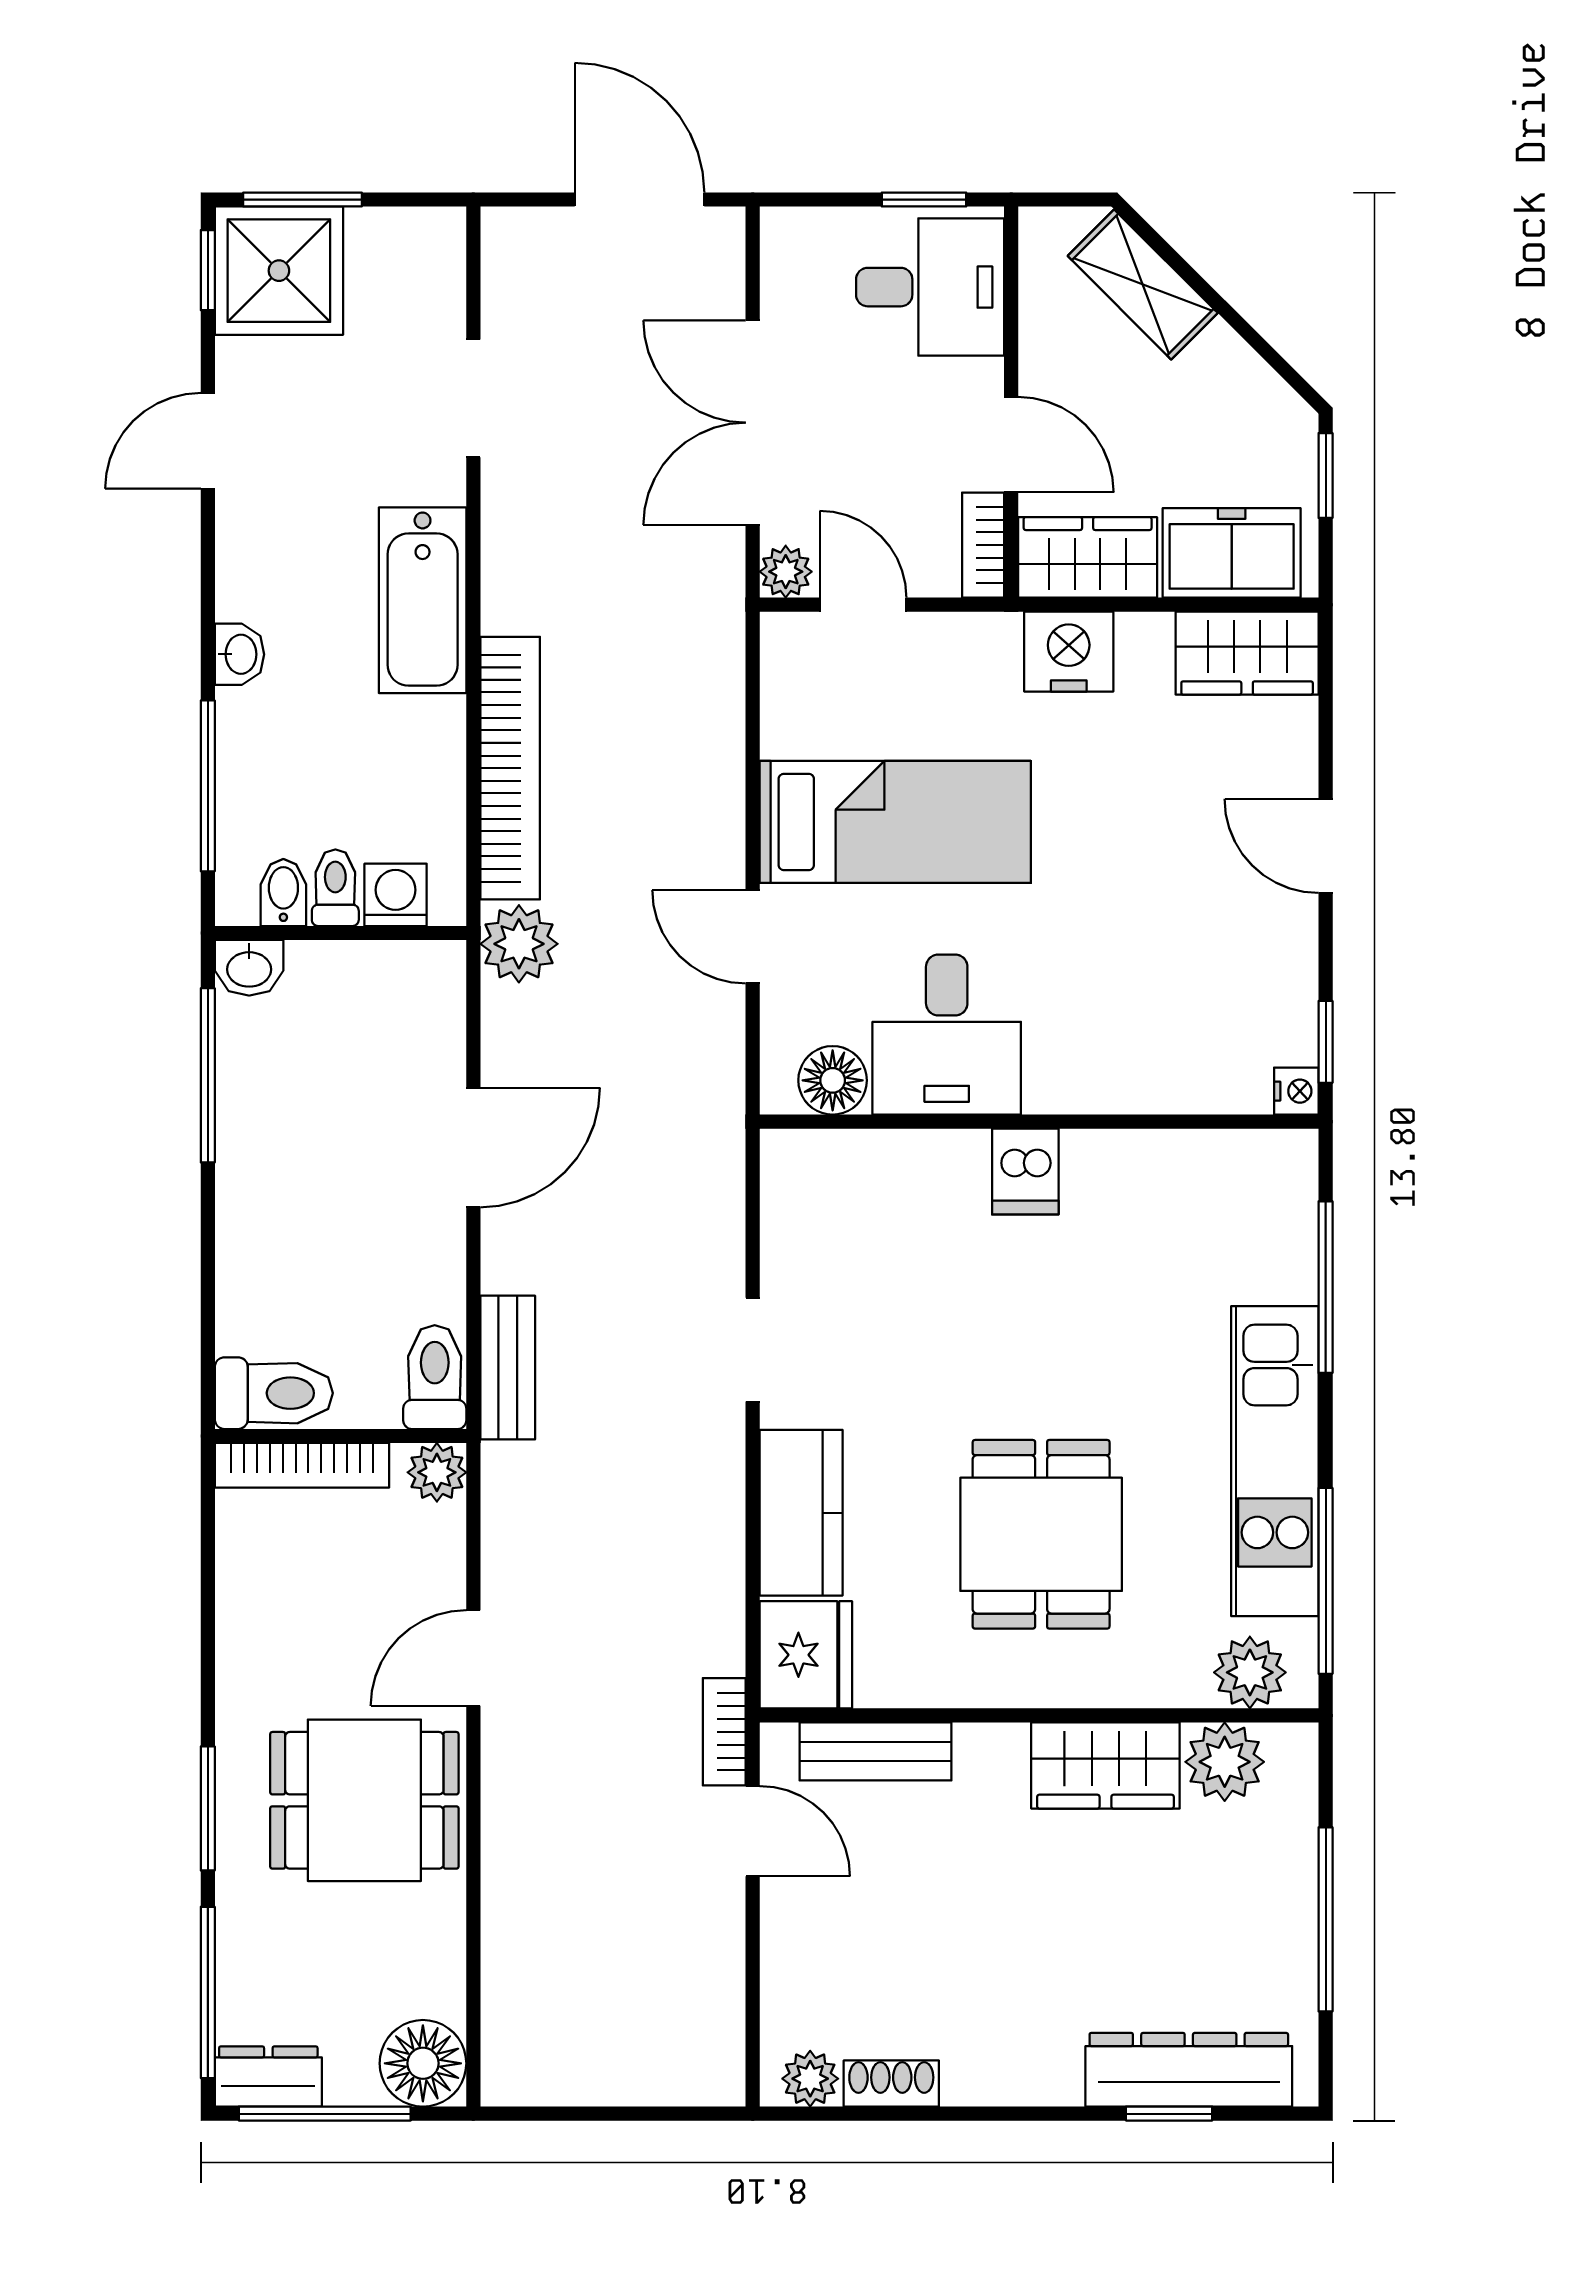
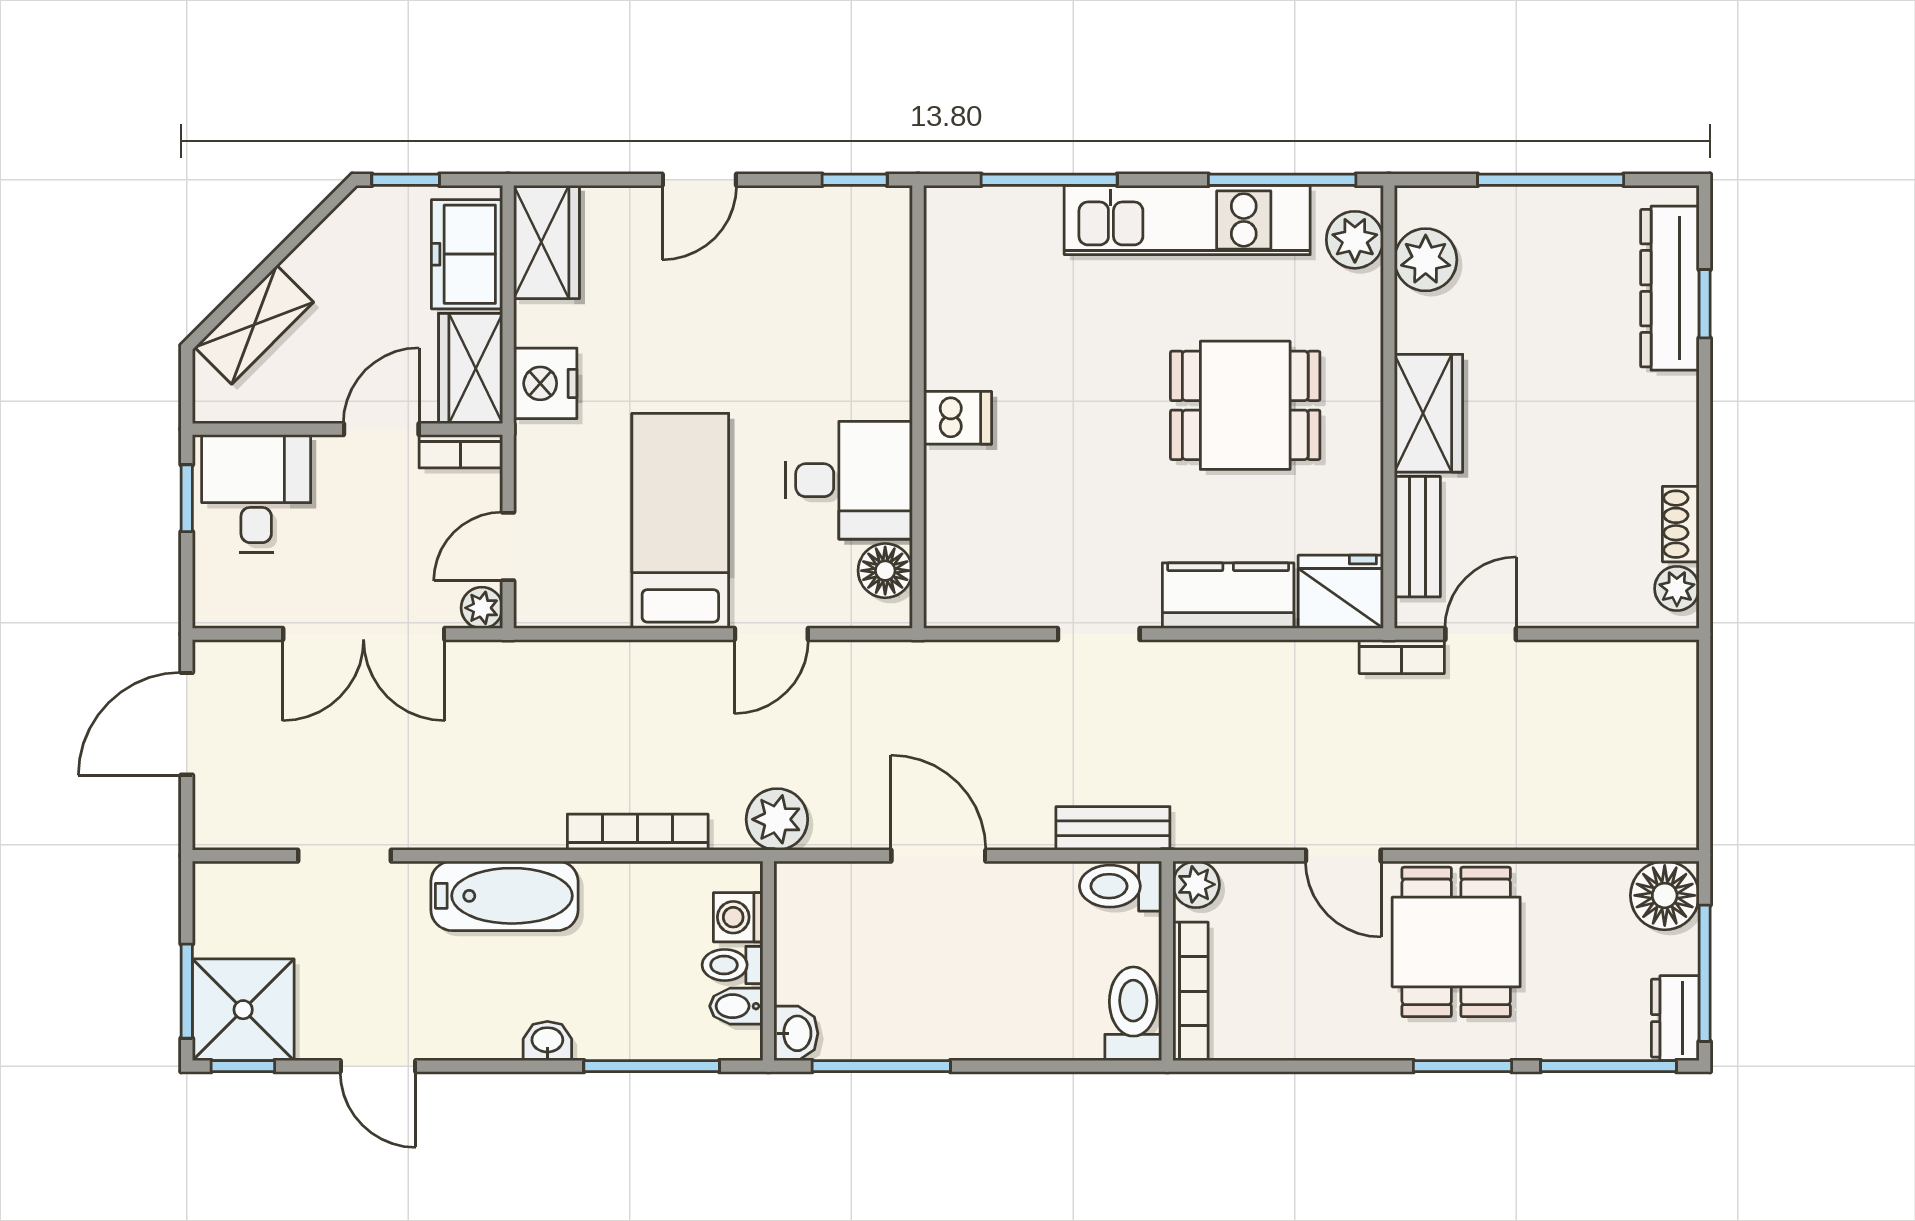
bookcase: (510, 768) -> (638, 832), width x0.68, depth x0.76
nightstand: (1296, 1091) -> (894, 203), removed
wardrobe: (1105, 1765) -> (1429, 413), moved

